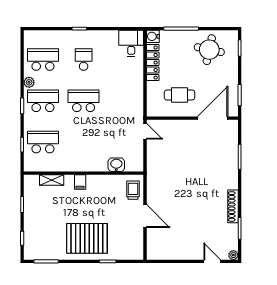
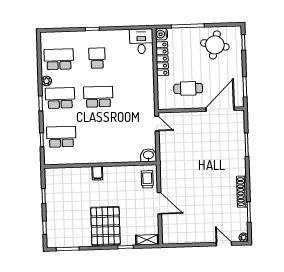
washbasin: (116, 165) -> (148, 155), moved
shelving: (52, 180) -> (147, 240), moved
pallet: (87, 238) -> (105, 226), turned 90

